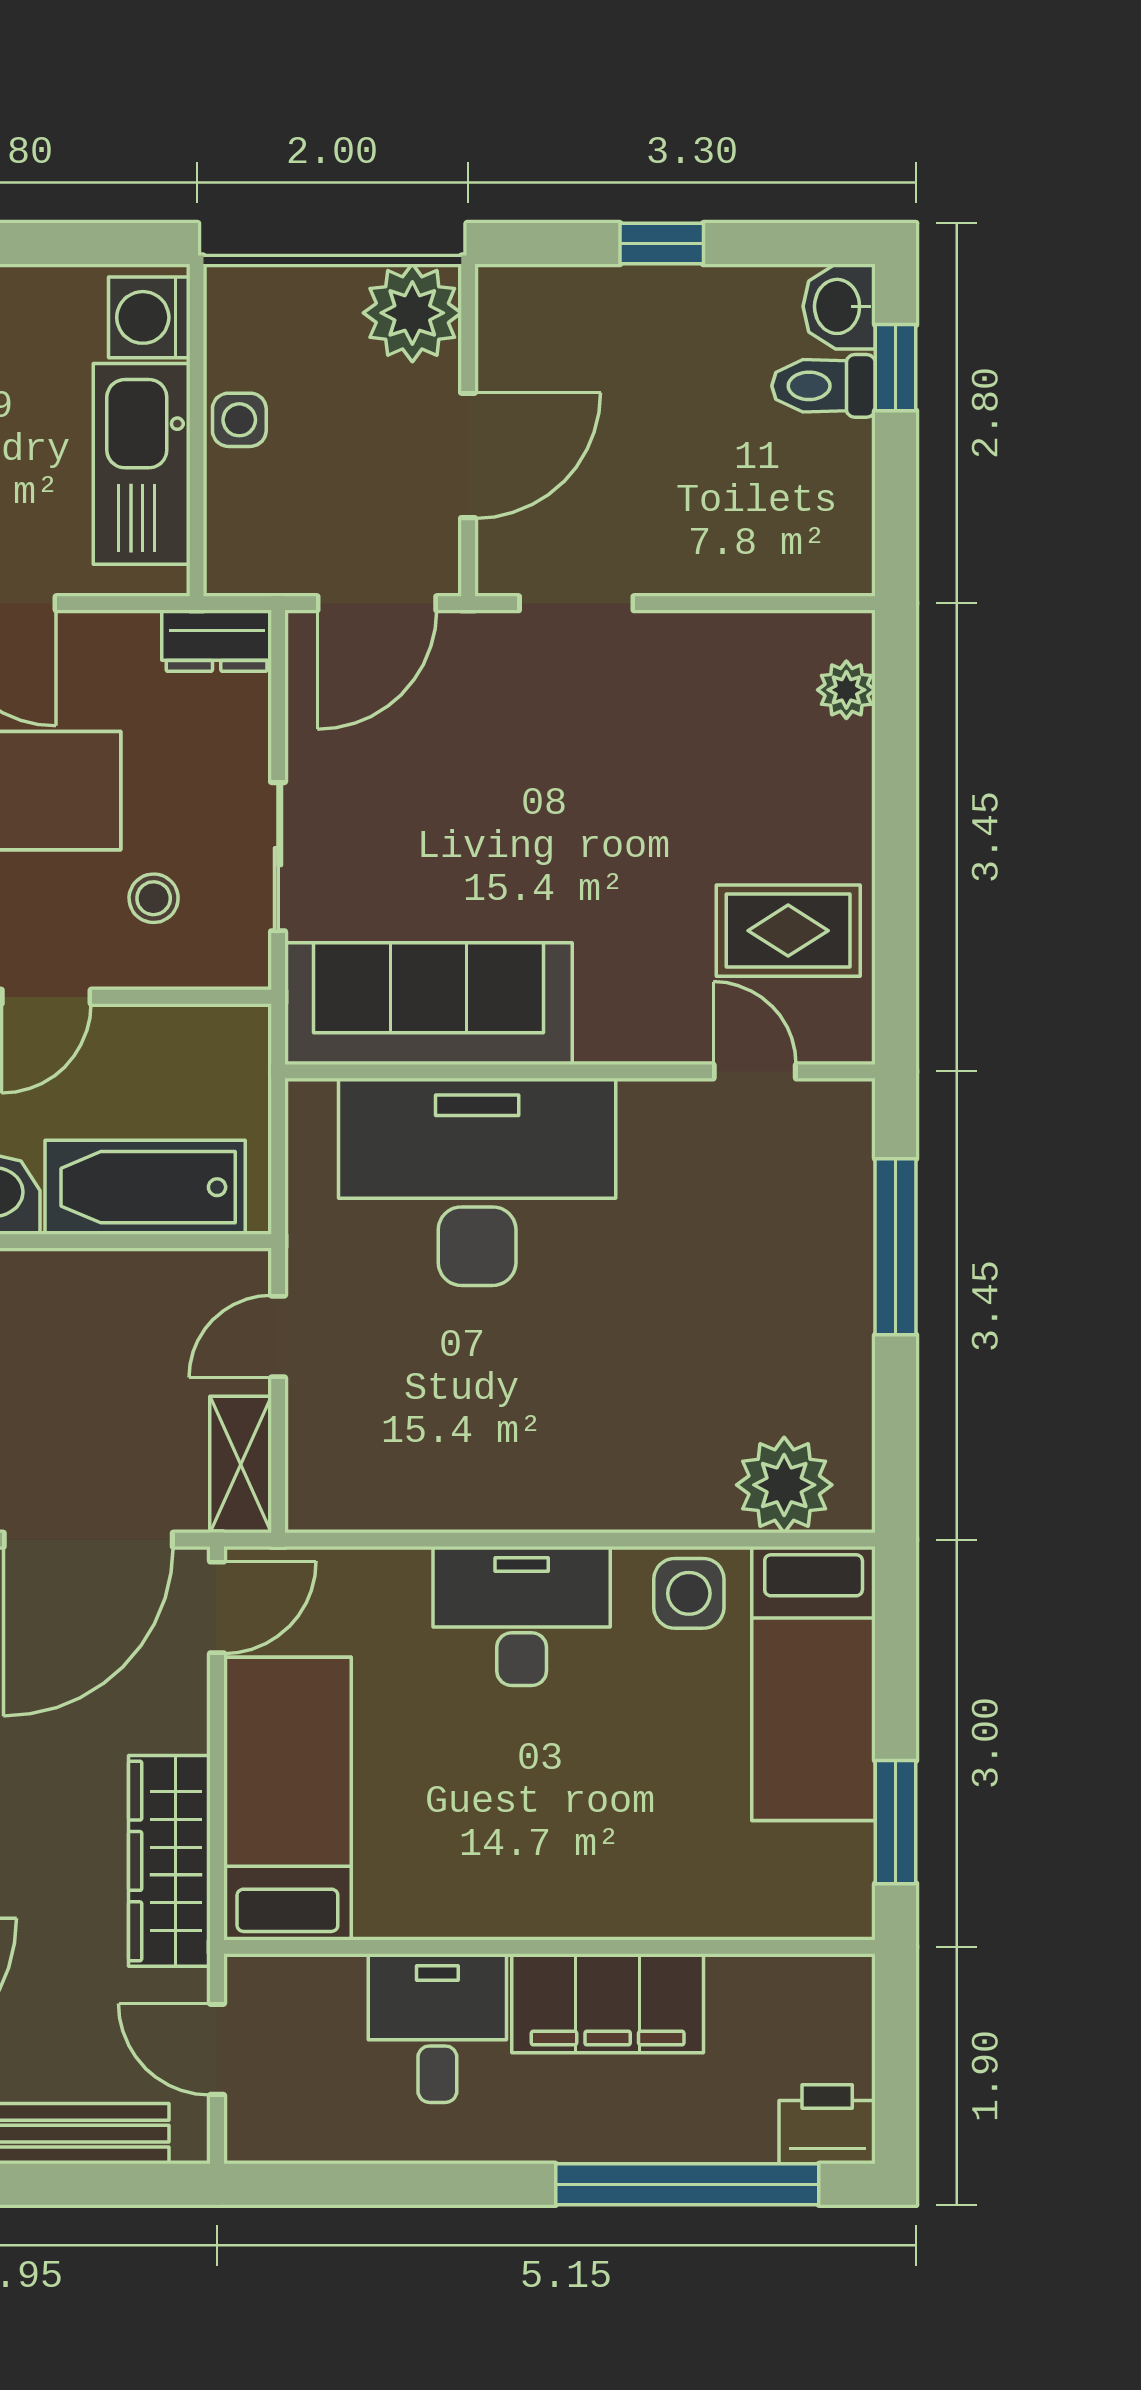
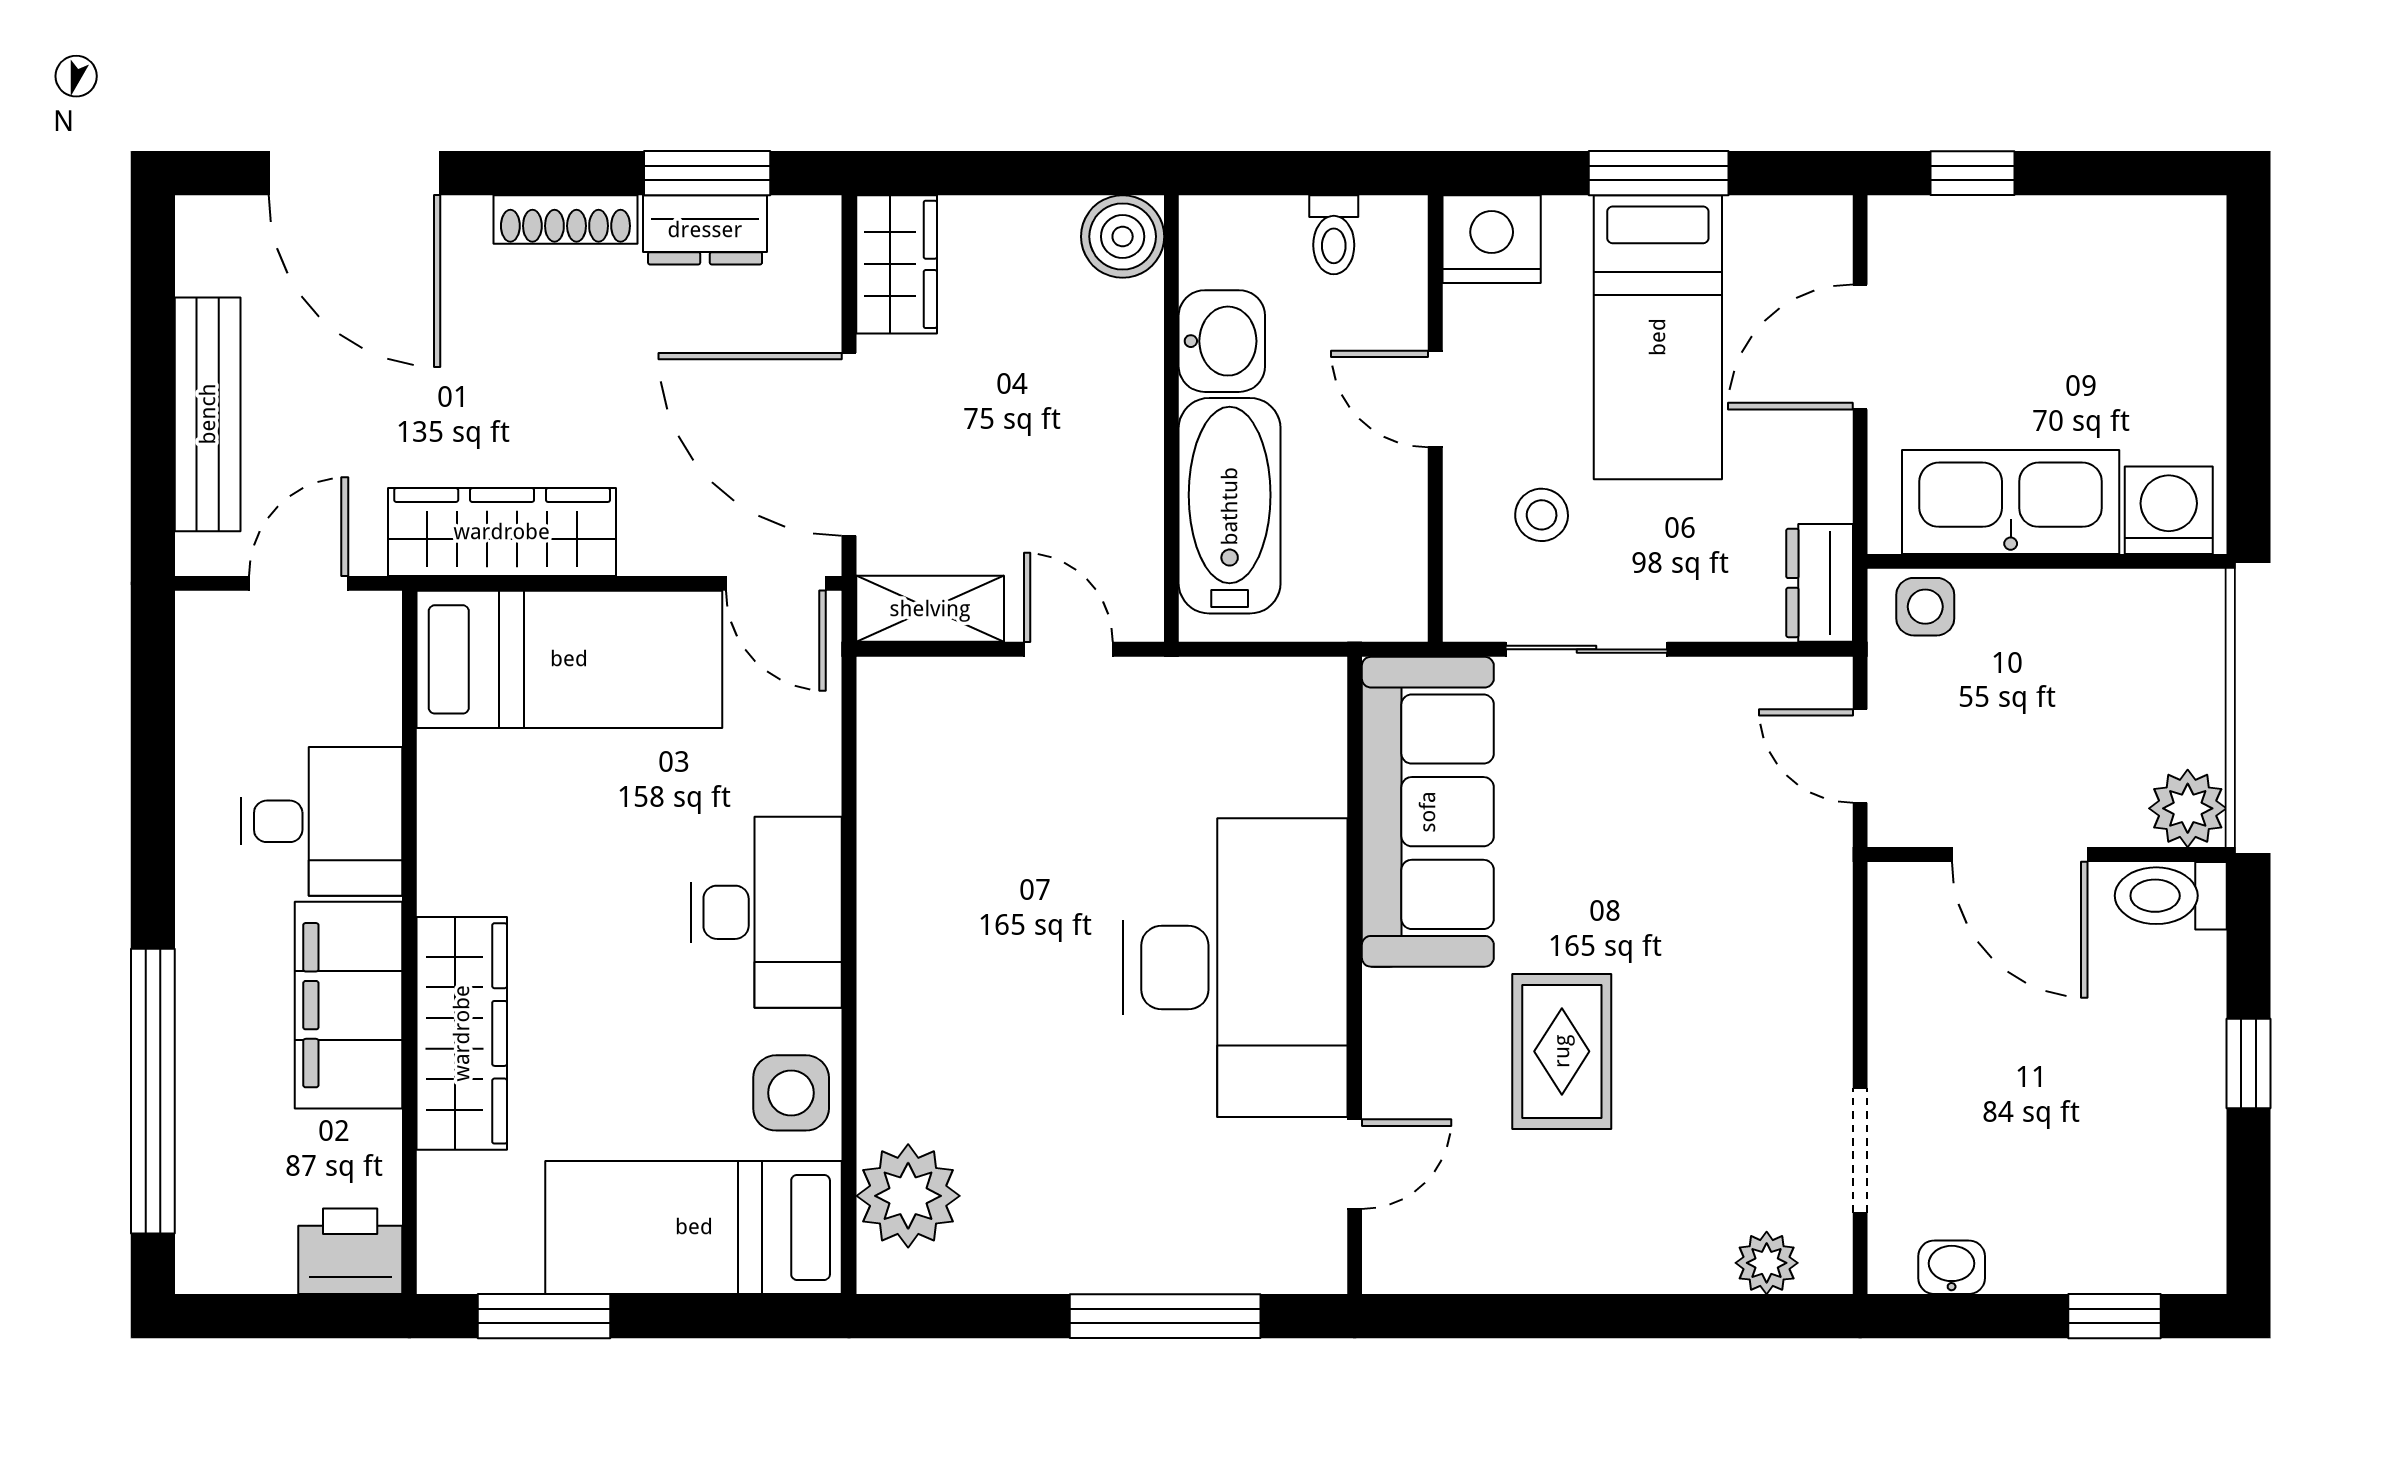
washbasin: (839, 306) -> (1952, 1267), moved, width x0.72, depth x0.69
plant: (412, 313) -> (2188, 808), width x0.73, depth x0.73
toilet: (824, 386) -> (2171, 896), moved, turned -90
side table: (239, 420) -> (1925, 607), moved
door: (377, 603) -> (1860, 756), width x0.73
doorway: (576, 603) -> (1860, 1151), moved
rug: (788, 931) -> (1562, 1051), moved
desk: (477, 1182) -> (1235, 968), moved
wardrobe: (634, 1898) -> (462, 1033), added
printer: (827, 2124) -> (350, 1251), moved, turned -90

